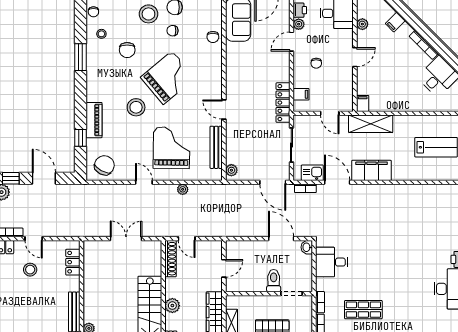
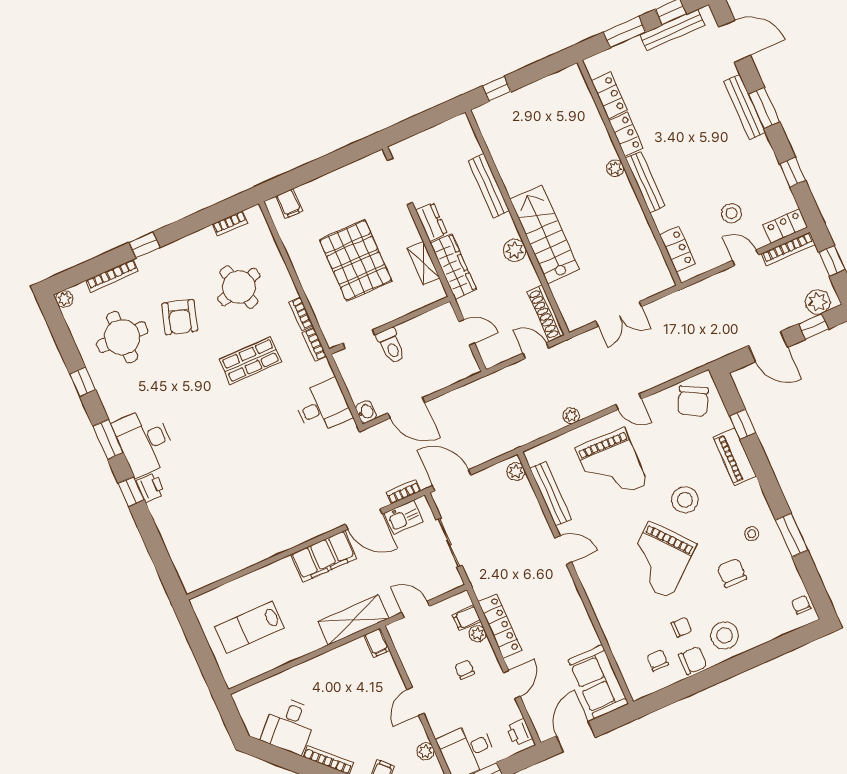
plant: (299, 24) -> (478, 634), moved
stool: (101, 34) -> (752, 534), moved
chair: (213, 37) -> (657, 660), moved
locker: (283, 103) -> (500, 626), moved
door: (224, 268) -> (467, 332), swing flipped

